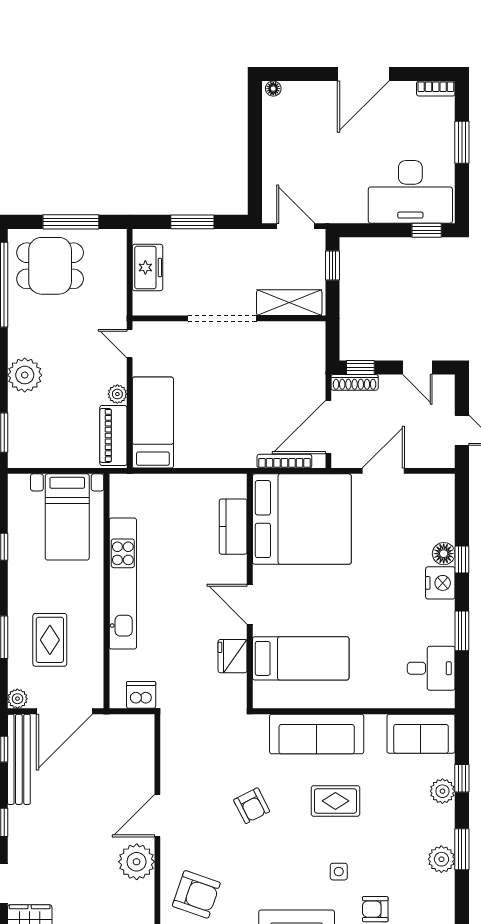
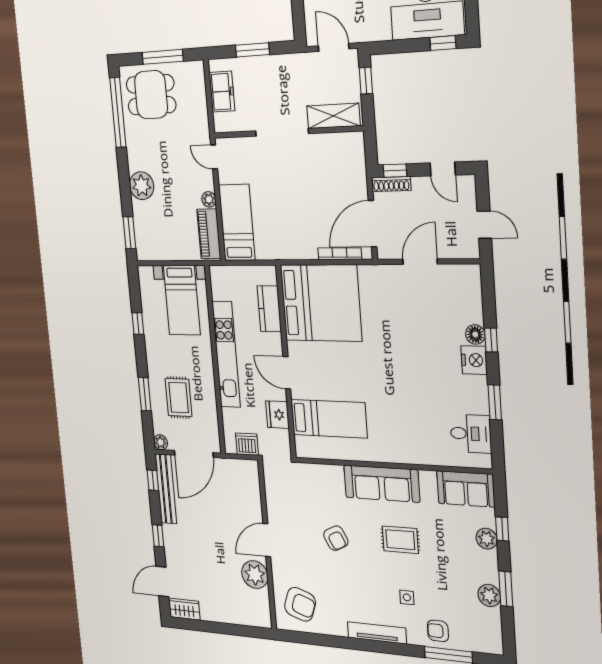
bed: (302, 519) -> (321, 303), moved
kitchen counter: (233, 527) -> (269, 309), moved
wall: (250, 591) -> (286, 362), moved
door: (250, 604) -> (287, 373), moved
fridge: (233, 656) -> (277, 415), moved
bed: (301, 658) -> (329, 419), moved

